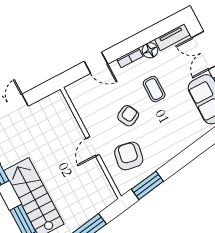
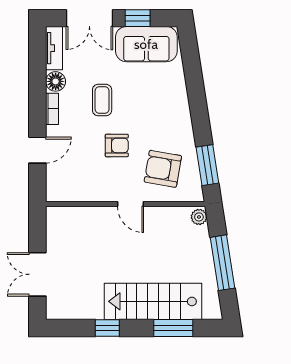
coffee table: (154, 89) -> (102, 100), turned 90
armchair: (128, 116) -> (117, 145), turned 117
plant: (109, 198) -> (199, 217), added

